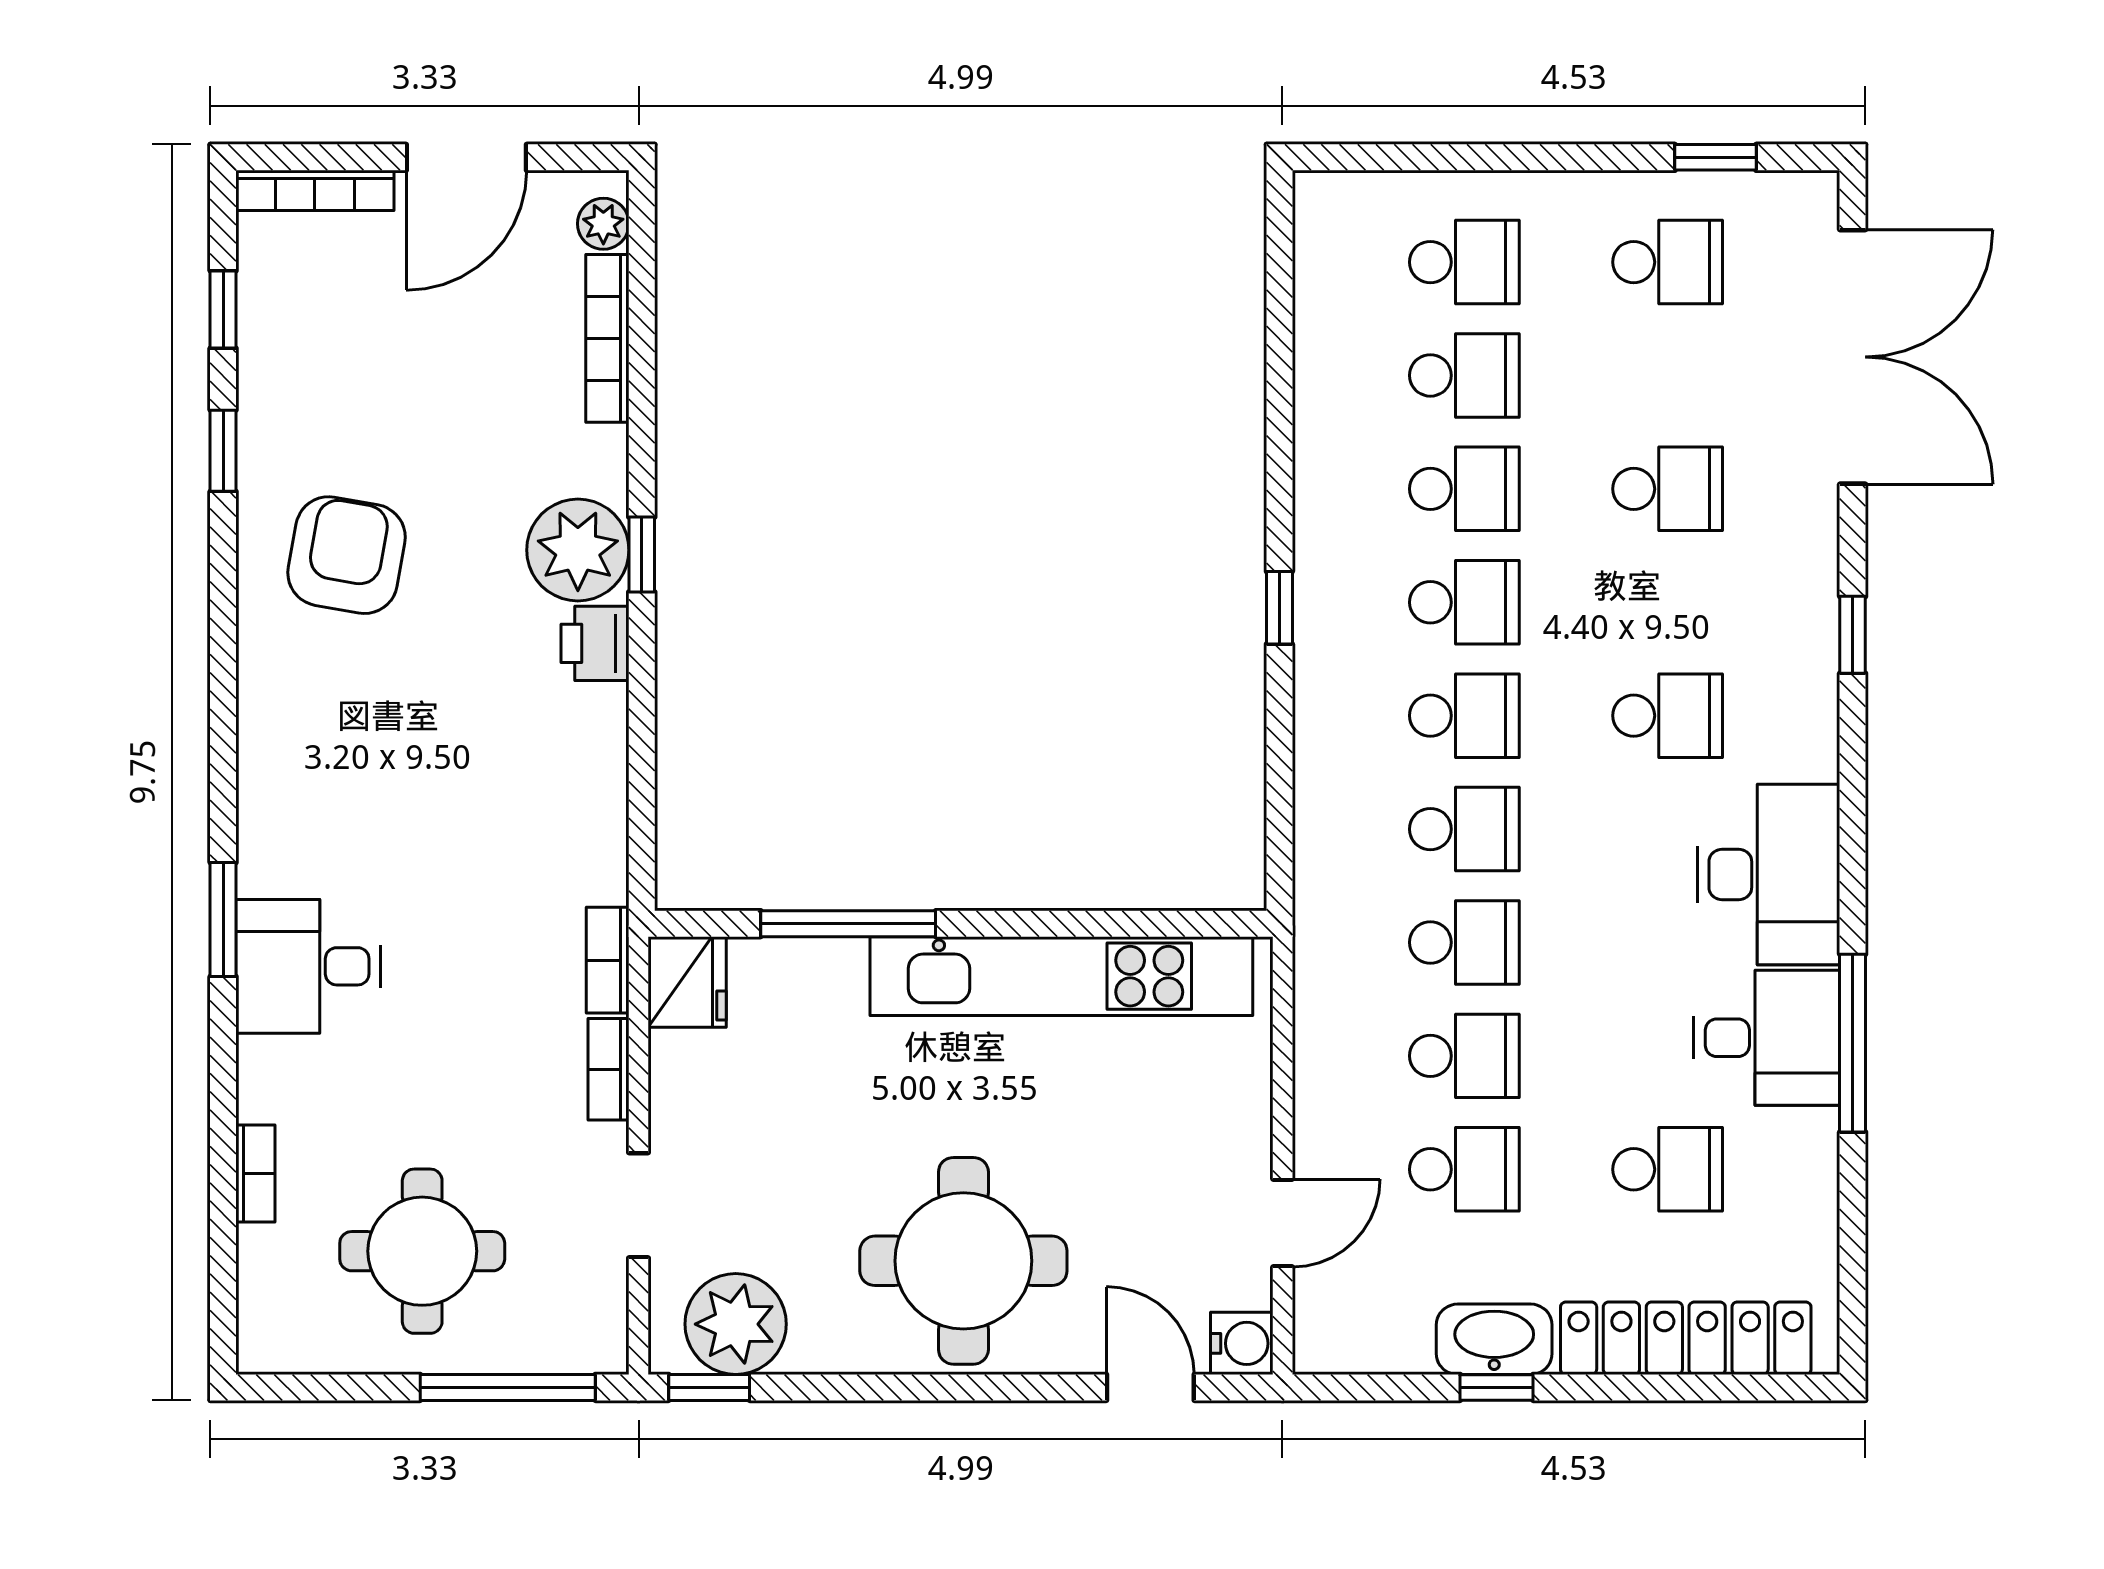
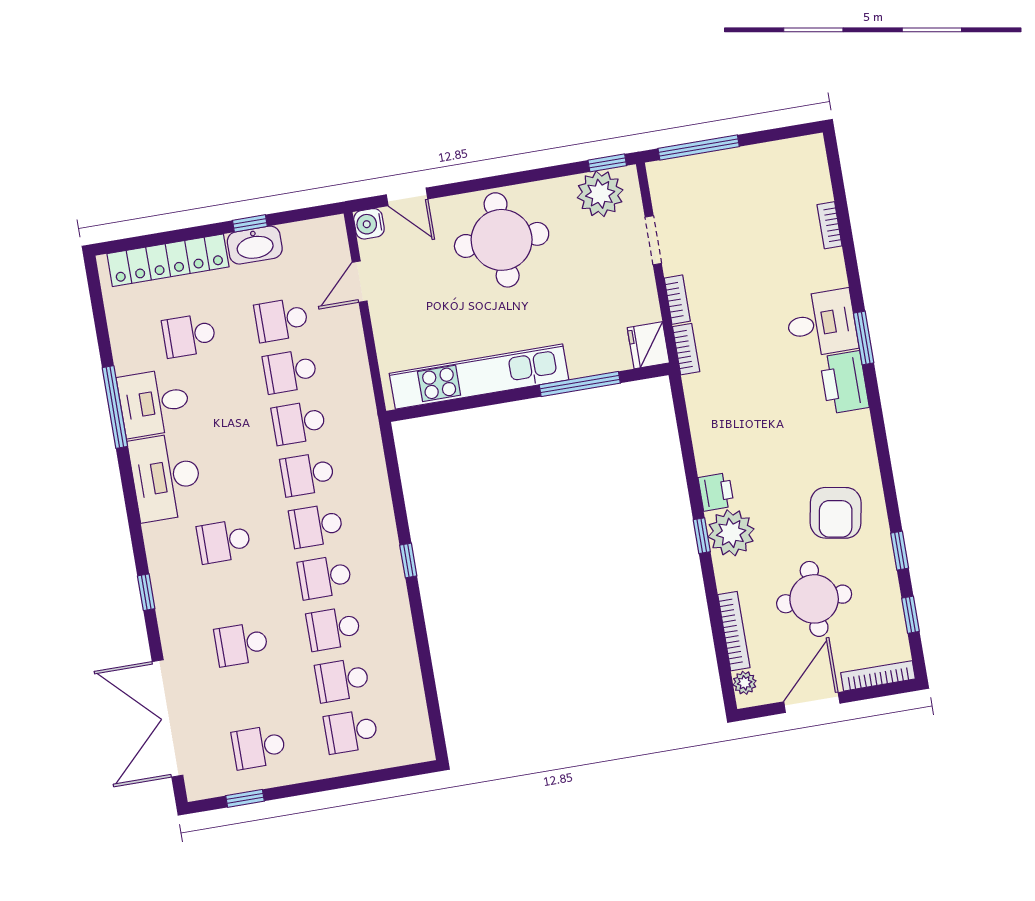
printer: (281, 832) -> (844, 382), added
round table: (422, 1251) -> (814, 599), moved

